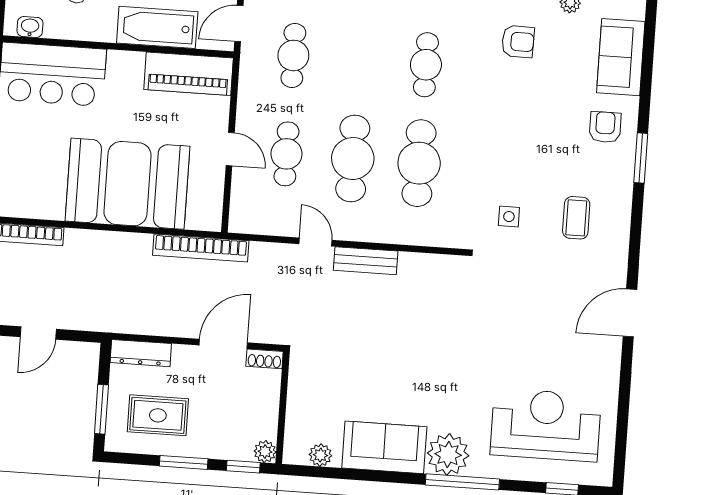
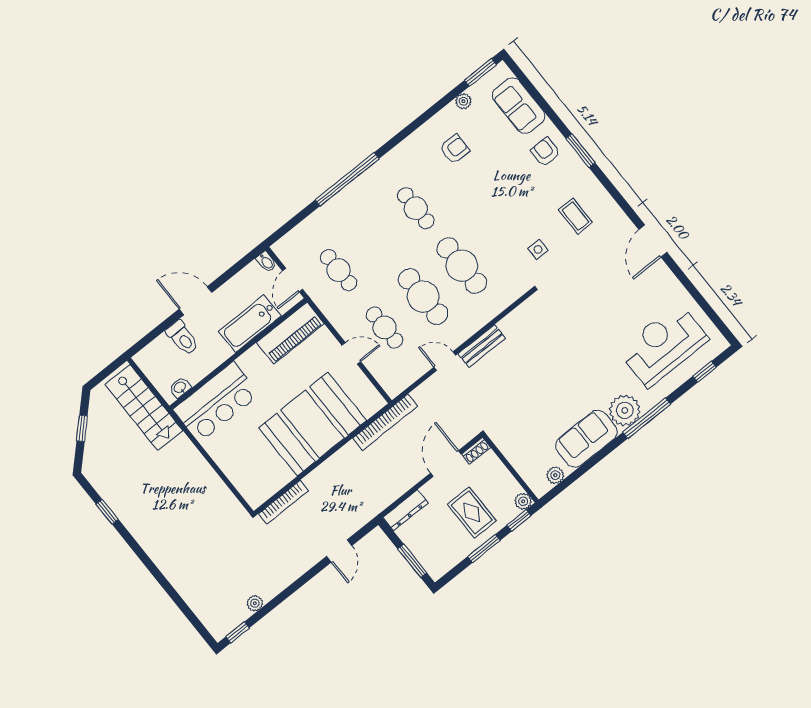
rug: (158, 415) -> (472, 513), moved, turned 90

